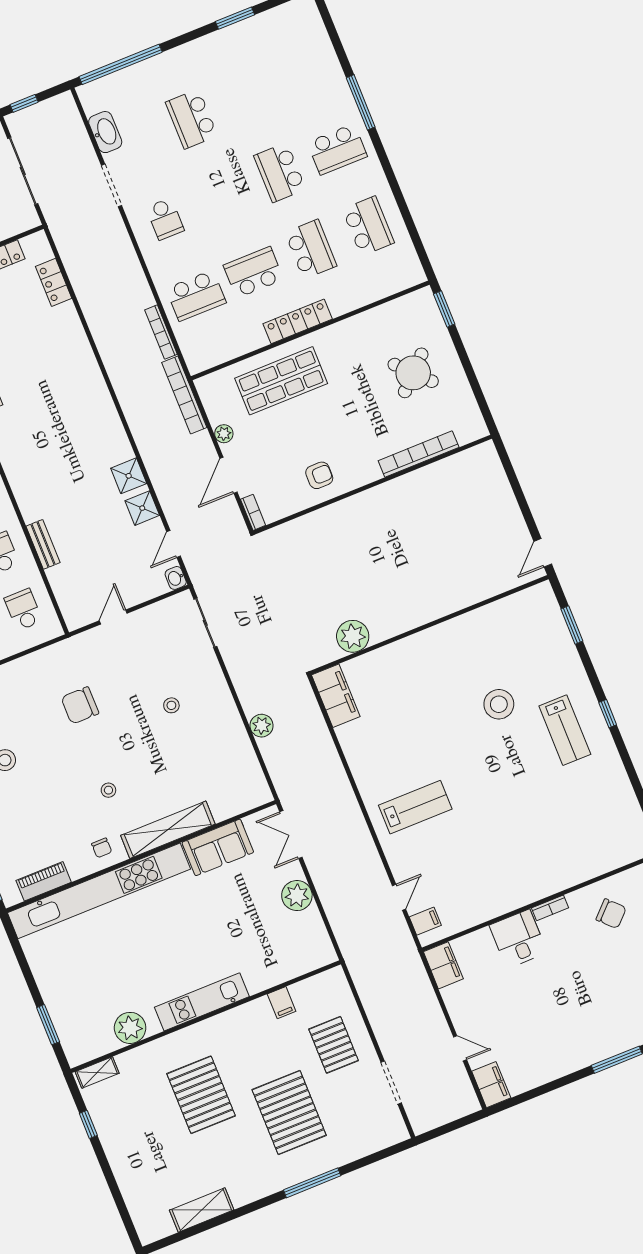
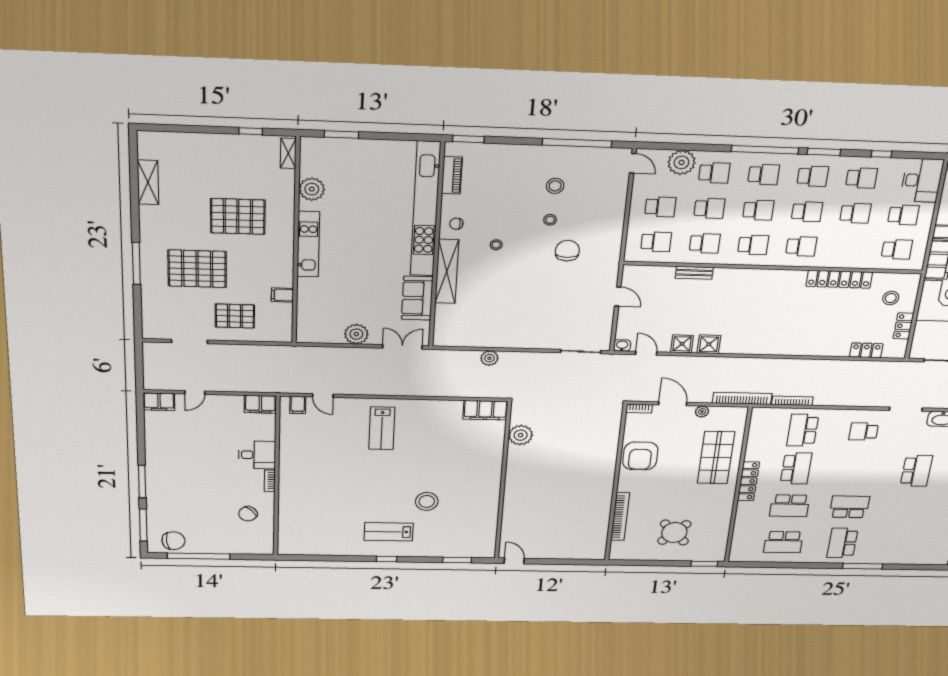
school desk: (191, 119) -> (916, 471), turned 90
armchair: (319, 475) -> (640, 456), width x1.88, depth x1.88
stool: (171, 705) -> (550, 220), moved

